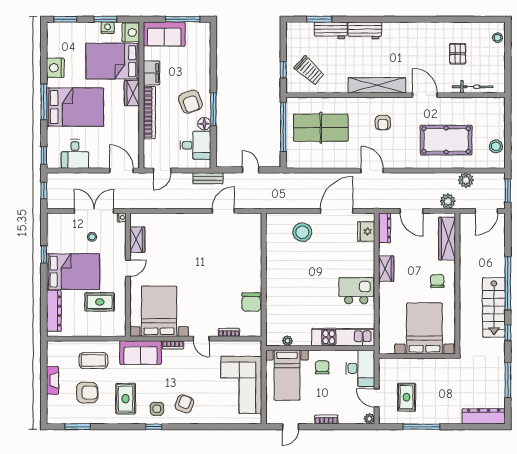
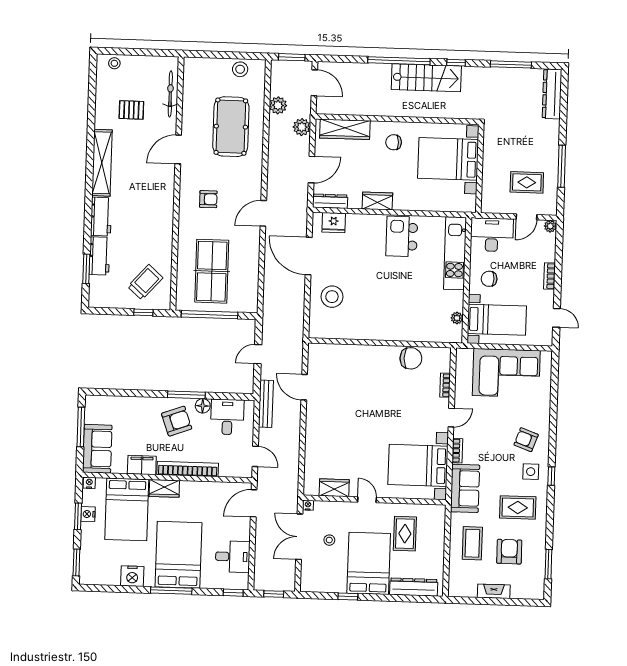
nightstand: (131, 32) -> (89, 483), width x0.53, depth x0.56
shelving: (377, 85) -> (102, 163), moved
bench: (208, 178) -> (266, 404), width x1.36

